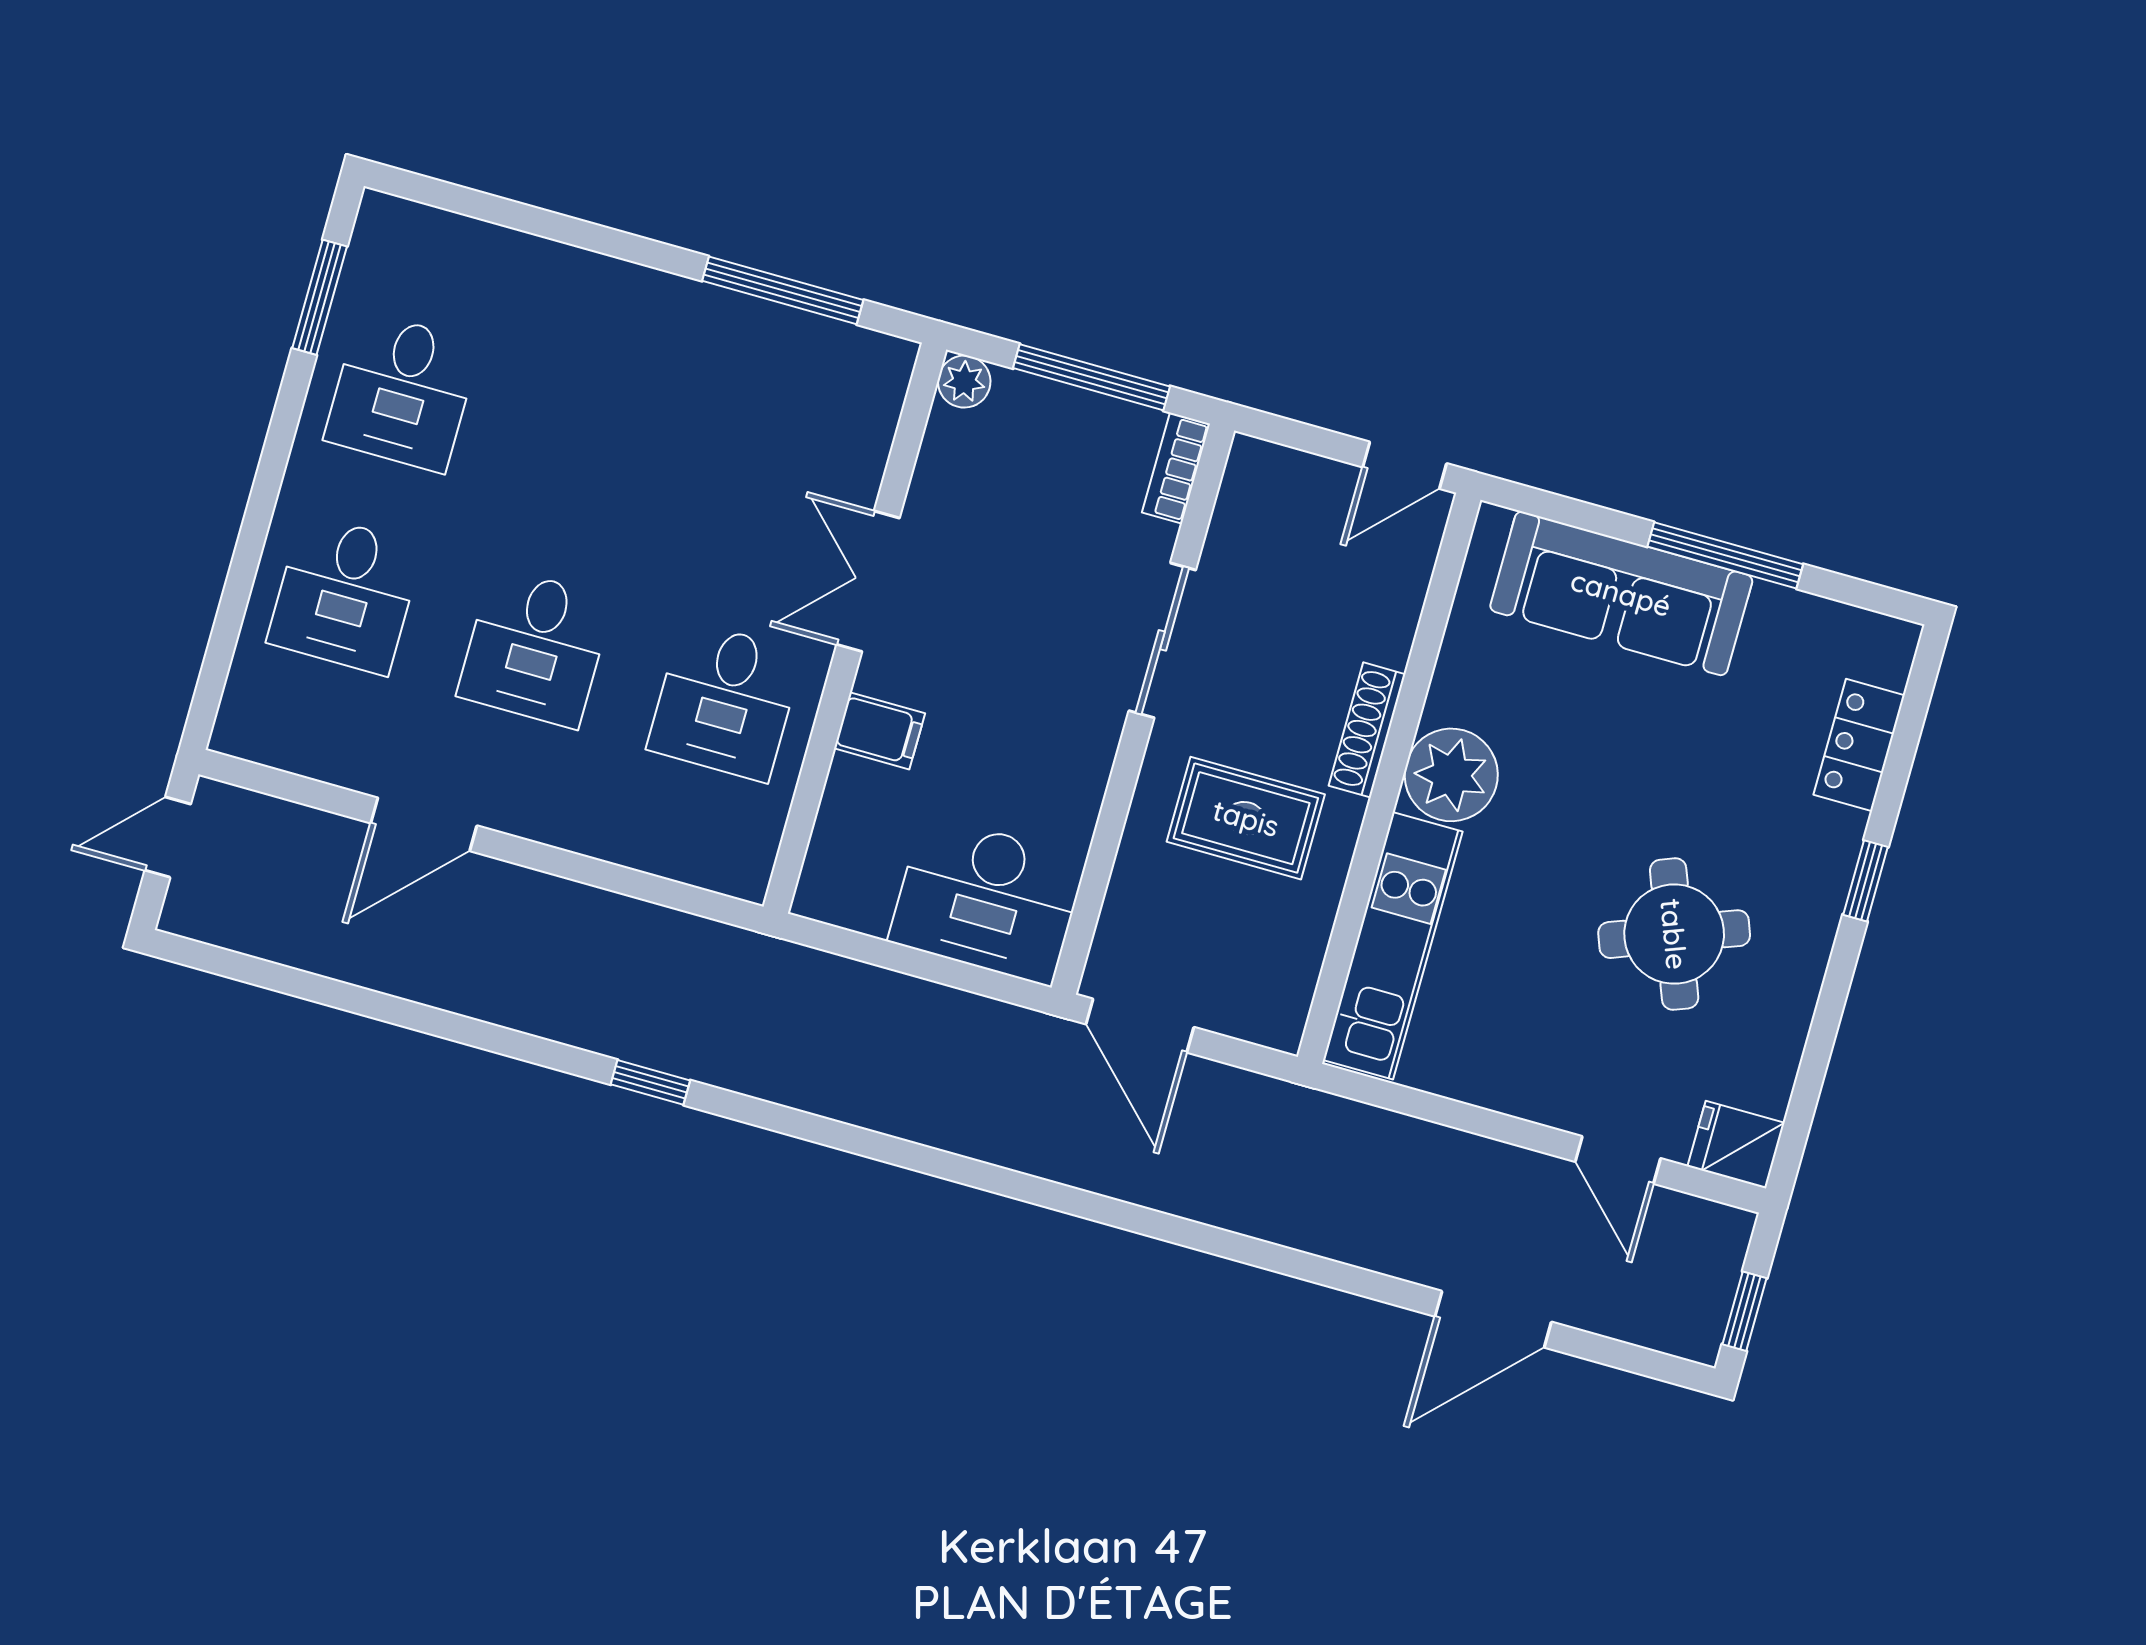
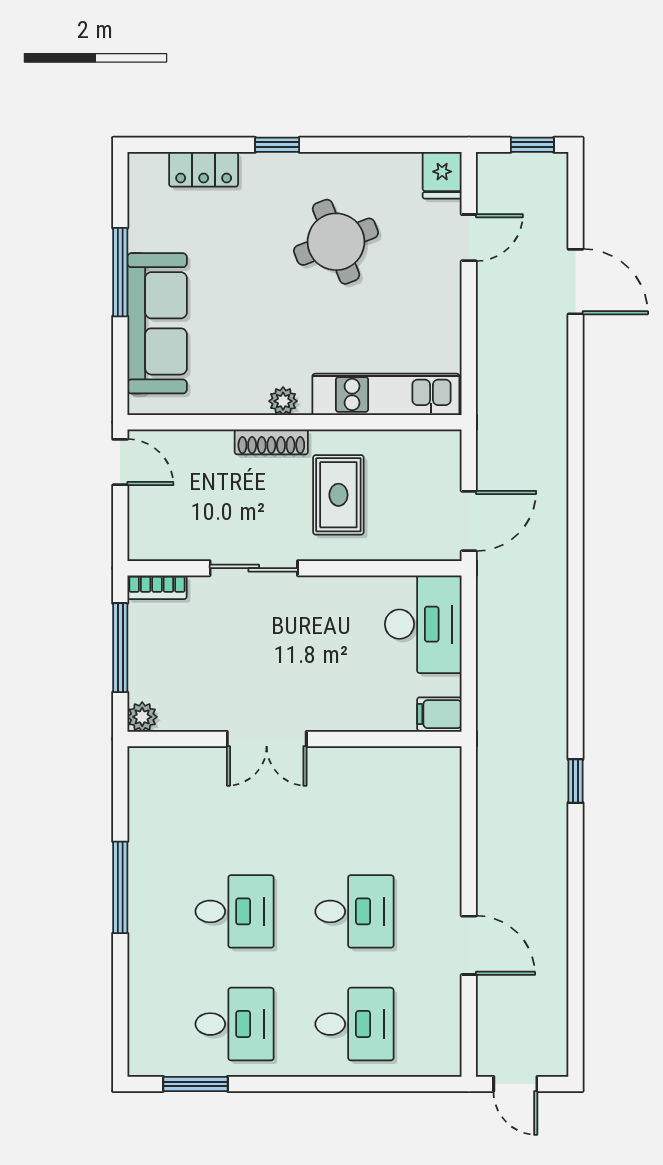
window: (783, 290) -> (120, 887), moved
desk: (725, 701) -> (235, 911), moved
filing cabinet: (880, 731) -> (439, 714), moved, turned -90
plant: (1451, 775) -> (283, 401), width x0.53, depth x0.53

